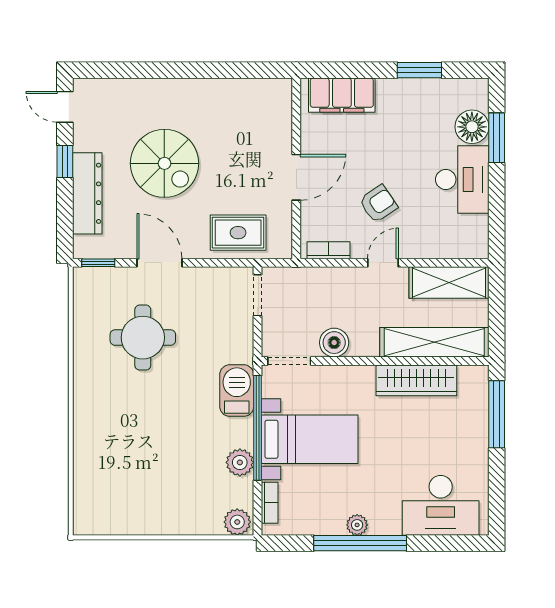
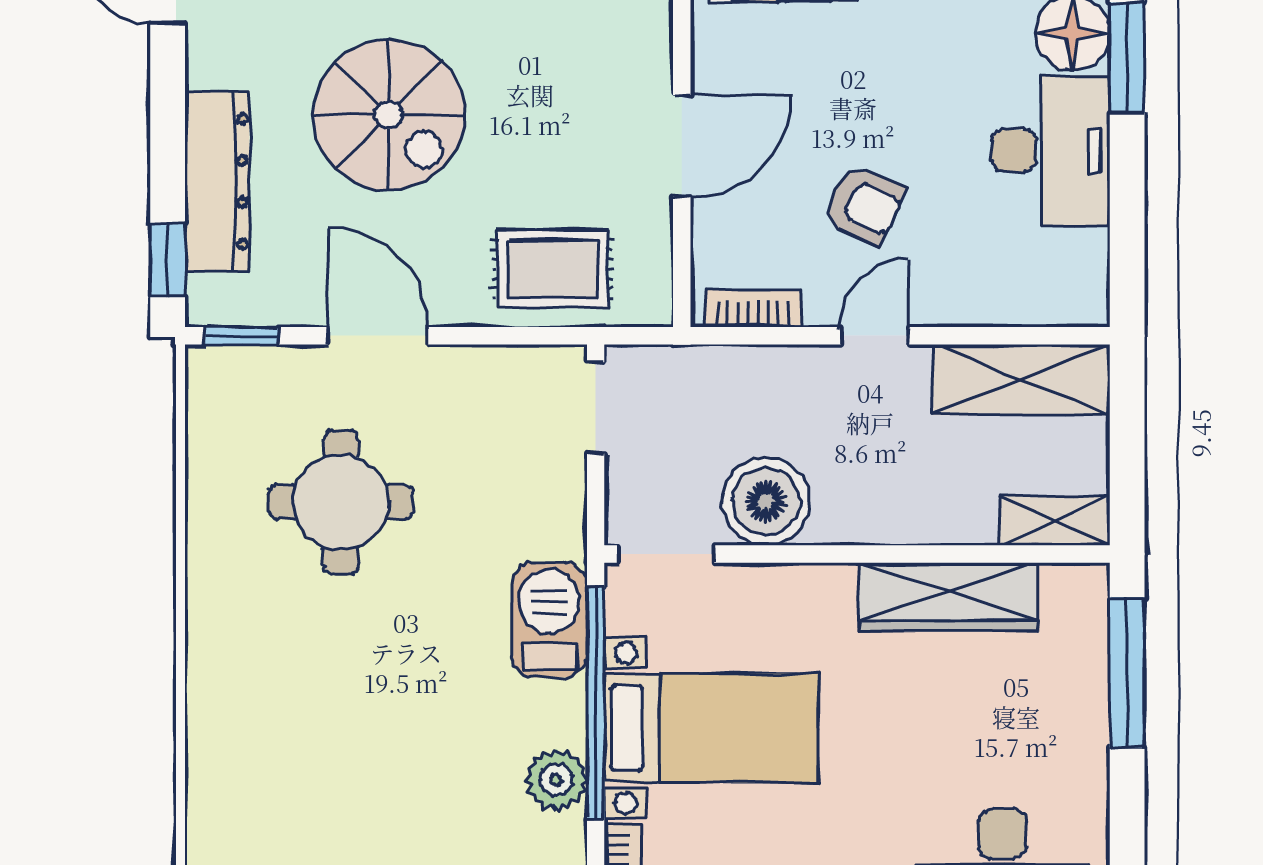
window: (65, 162) -> (168, 260), moved
armchair: (378, 204) -> (864, 205), turned 59
shelving: (434, 342) -> (1055, 521), width x0.45, depth x0.75
boiler: (334, 343) -> (766, 501), width x1.37, depth x1.37

